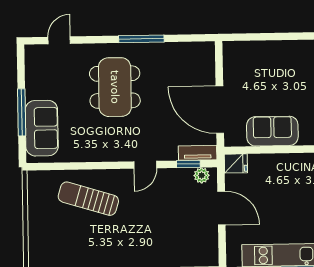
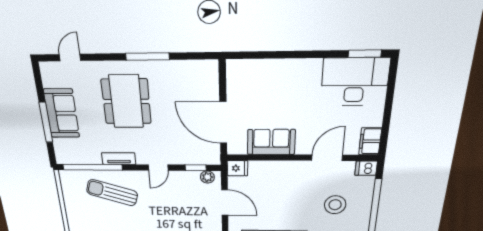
sofa: (42, 128) -> (62, 113), moved
tv unit: (198, 153) -> (119, 159), moved
window: (69, 166) -> (93, 167), added

